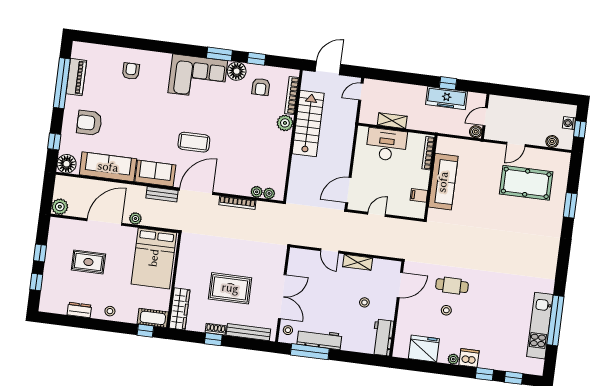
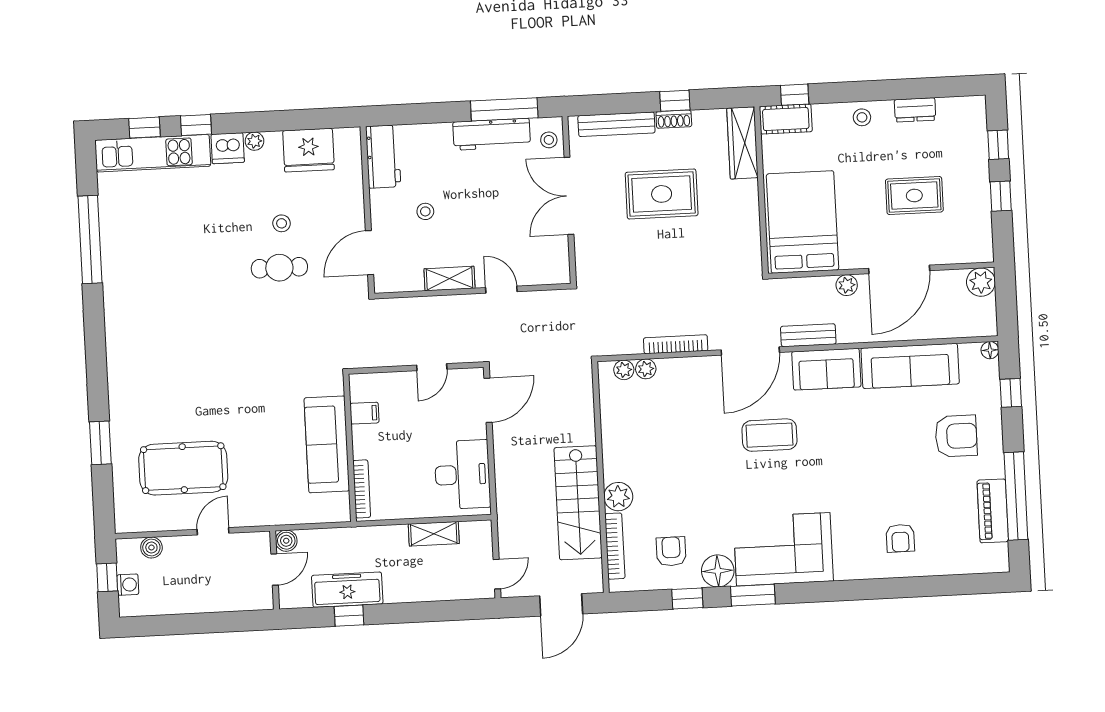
desk: (386, 145) -> (462, 475), moved, turned -90
floor lamp: (67, 164) -> (990, 350), width x0.53, depth x0.53
kitchen unit: (540, 326) -> (153, 153), moved, turned 90

